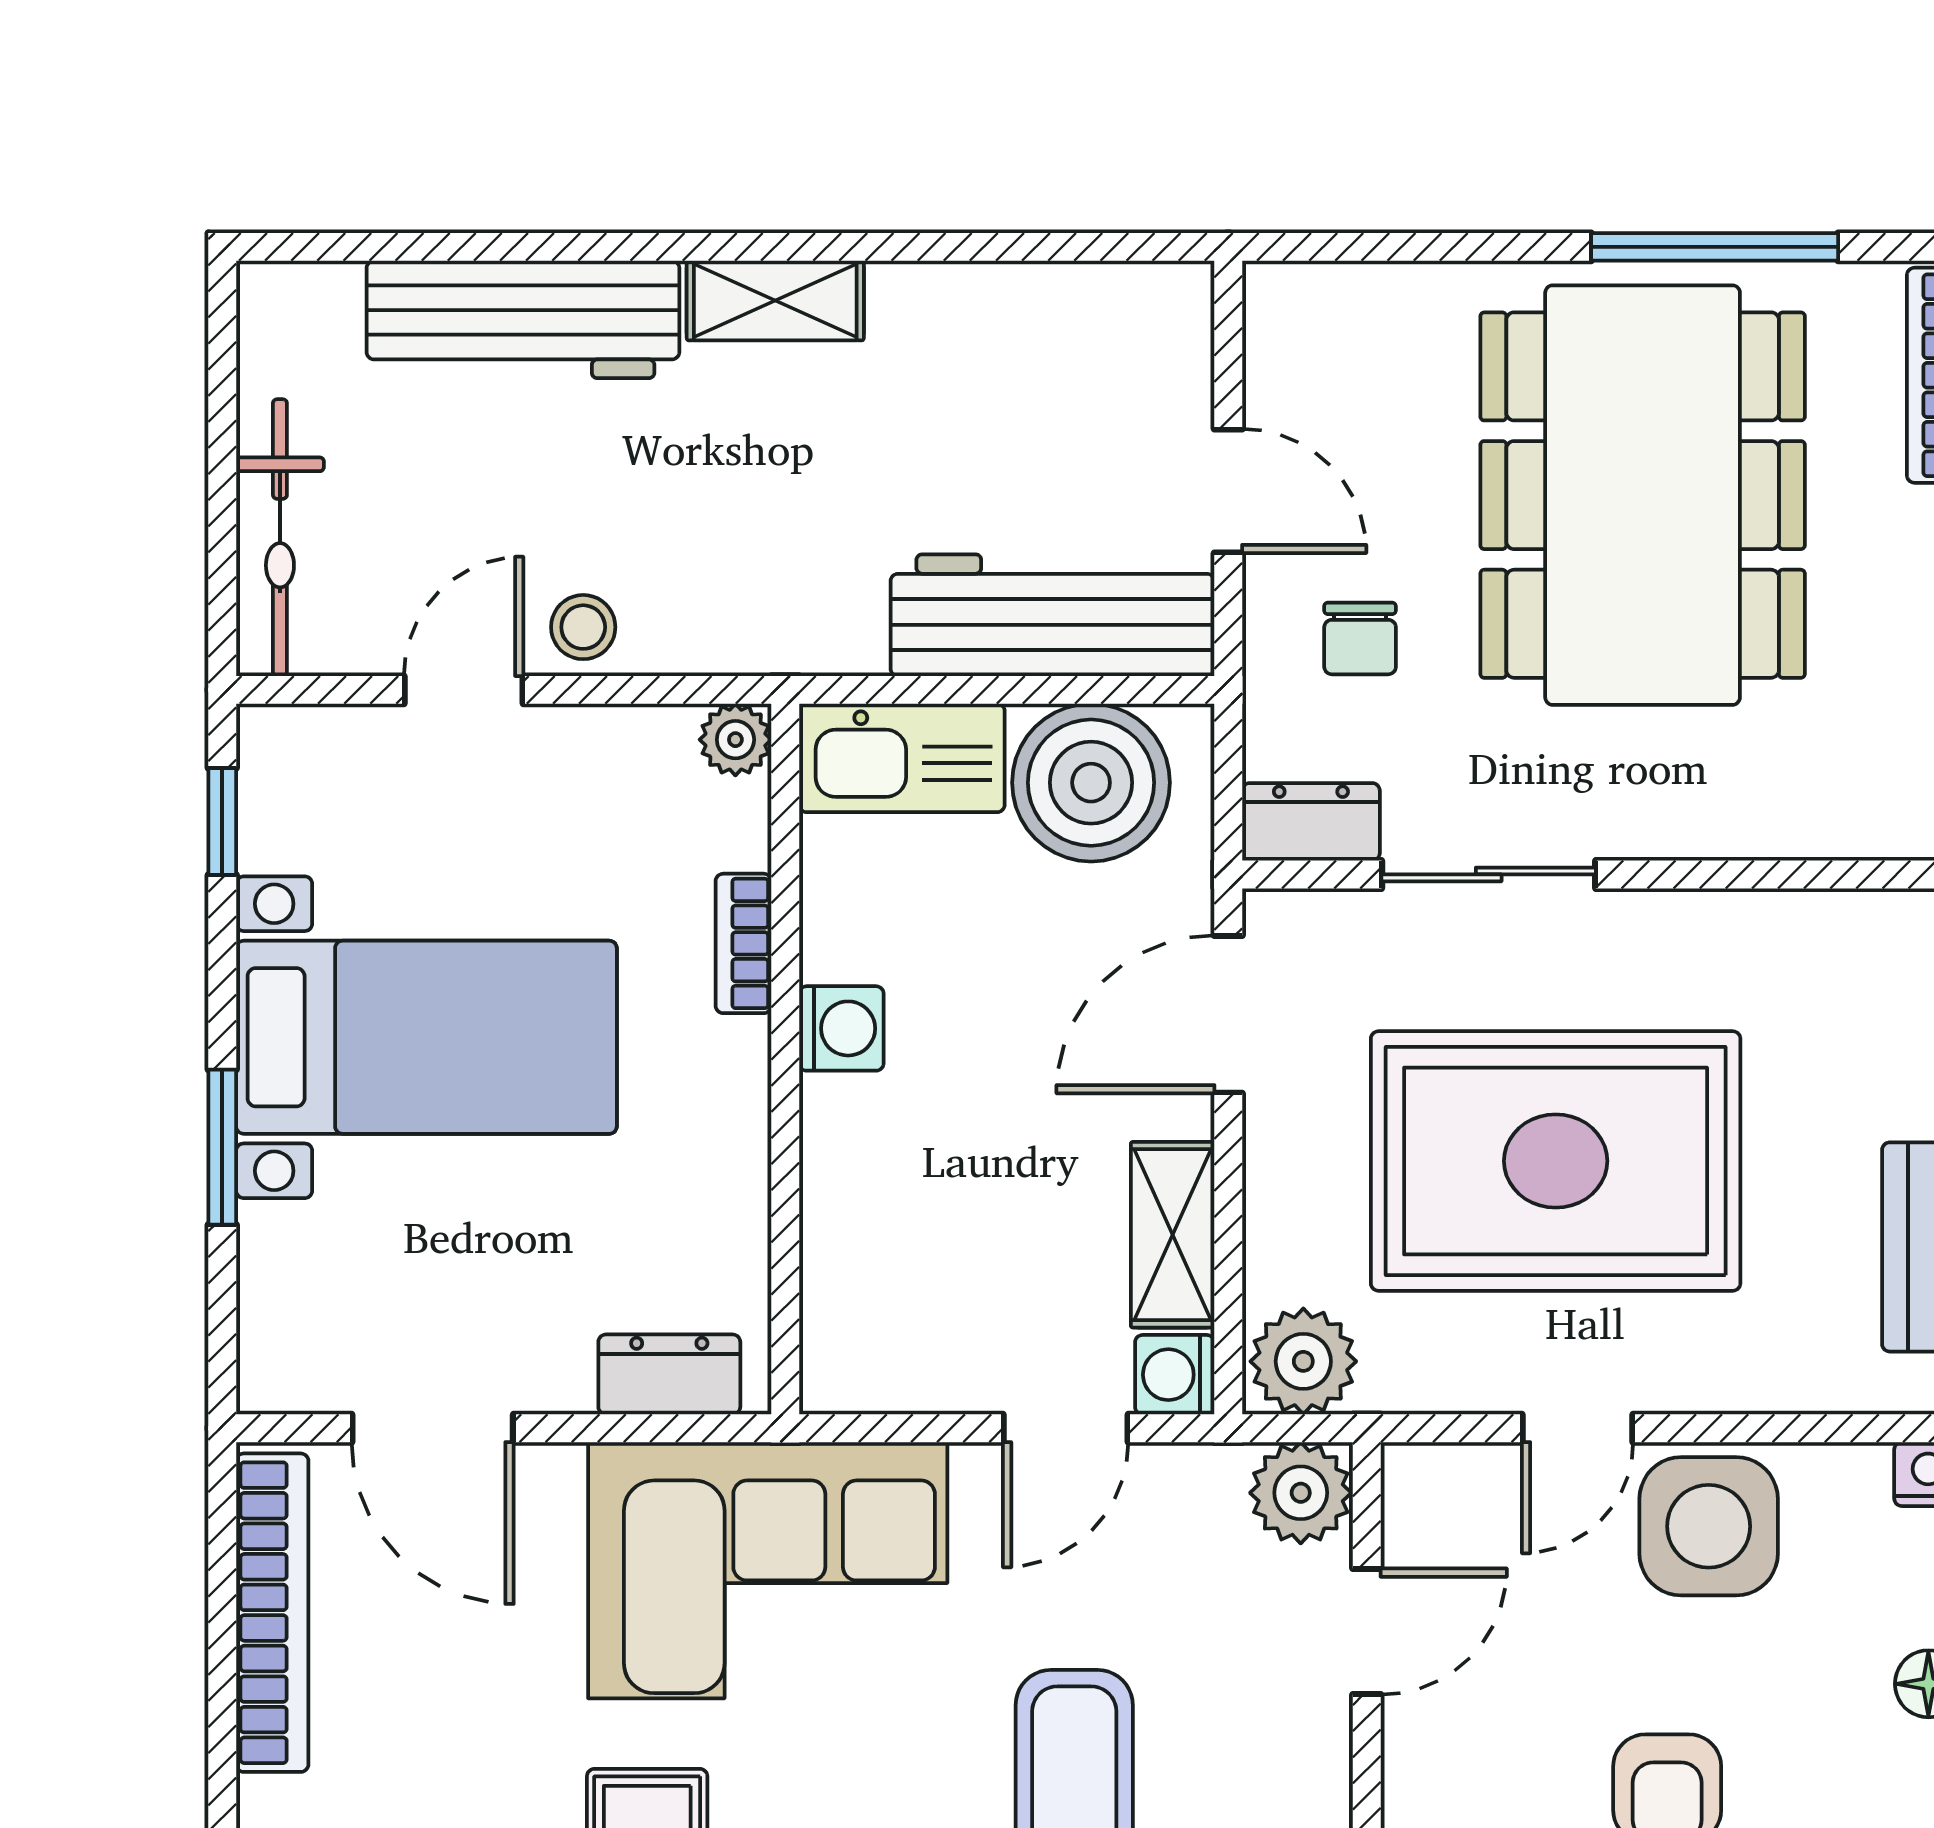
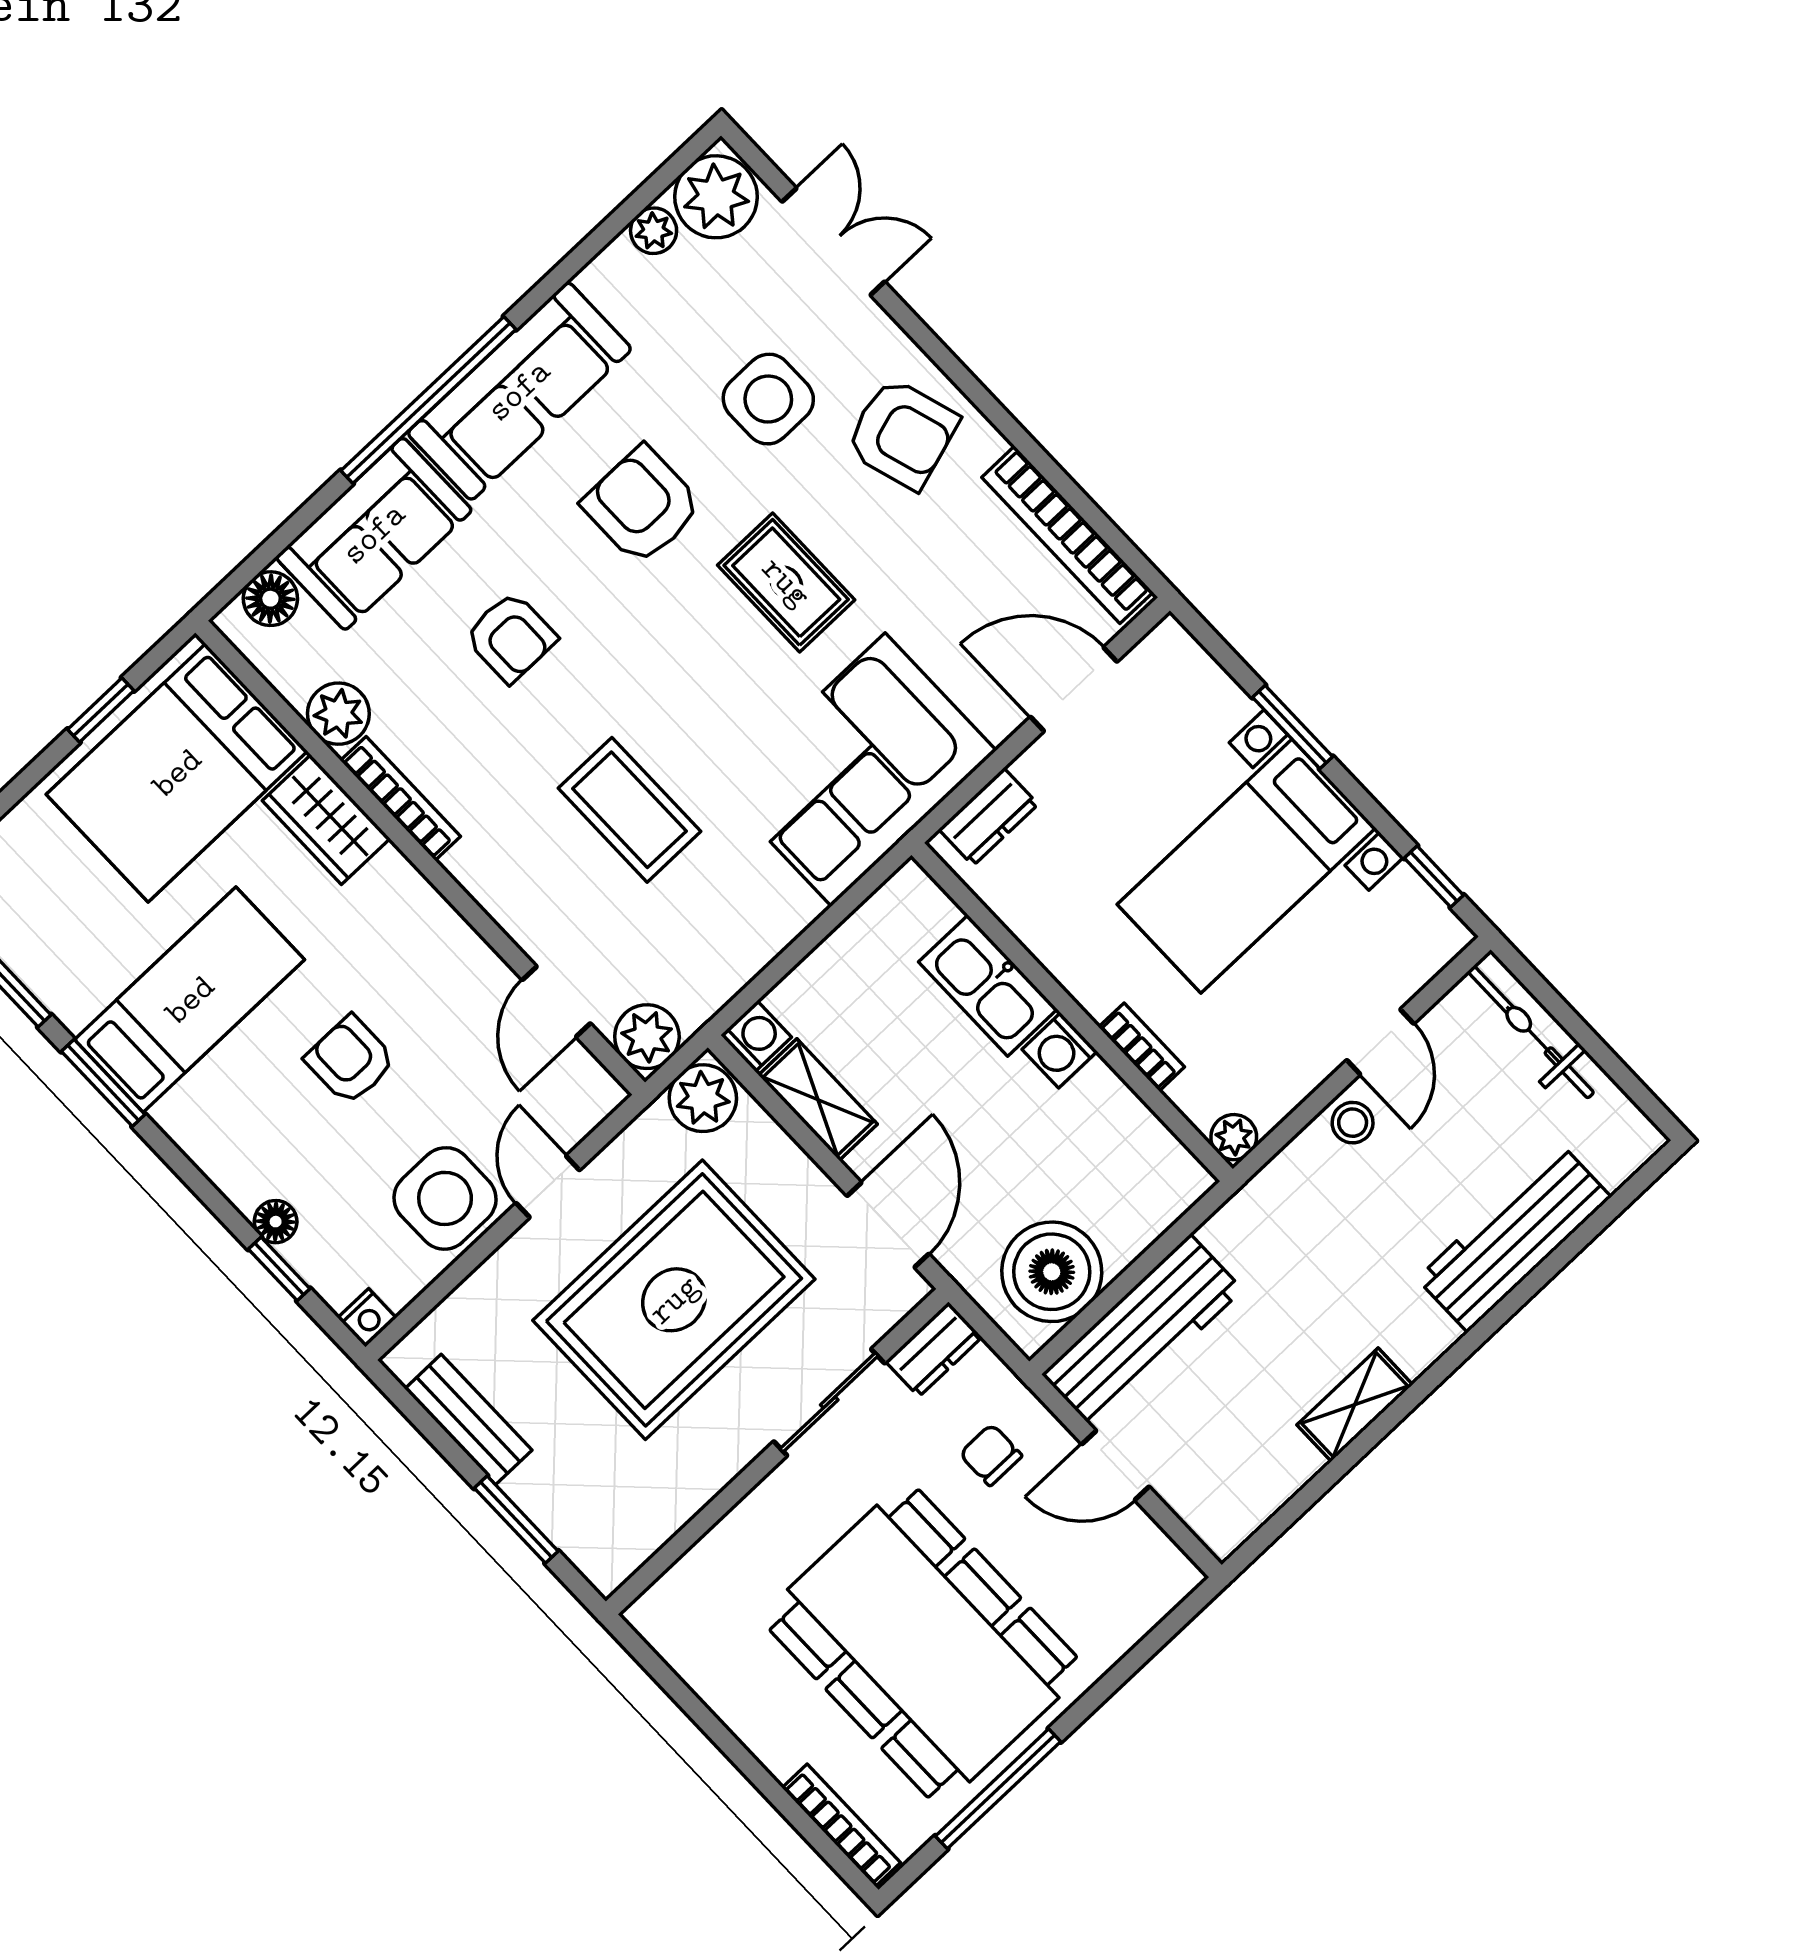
shelving: (775, 301) -> (1355, 1405), moved
kitchen sink: (902, 758) -> (988, 986), moved, turned -90
door: (1066, 1428) -> (783, 964), removed

